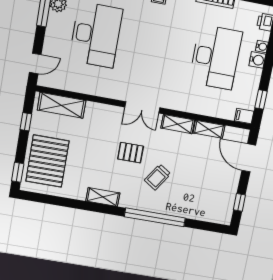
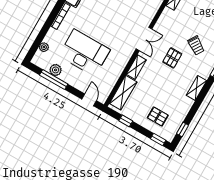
shelving: (178, 124) -> (136, 67), moved
pallet: (47, 161) -> (158, 117), width x0.49, depth x0.50
window: (43, 198) -> (182, 129), added

